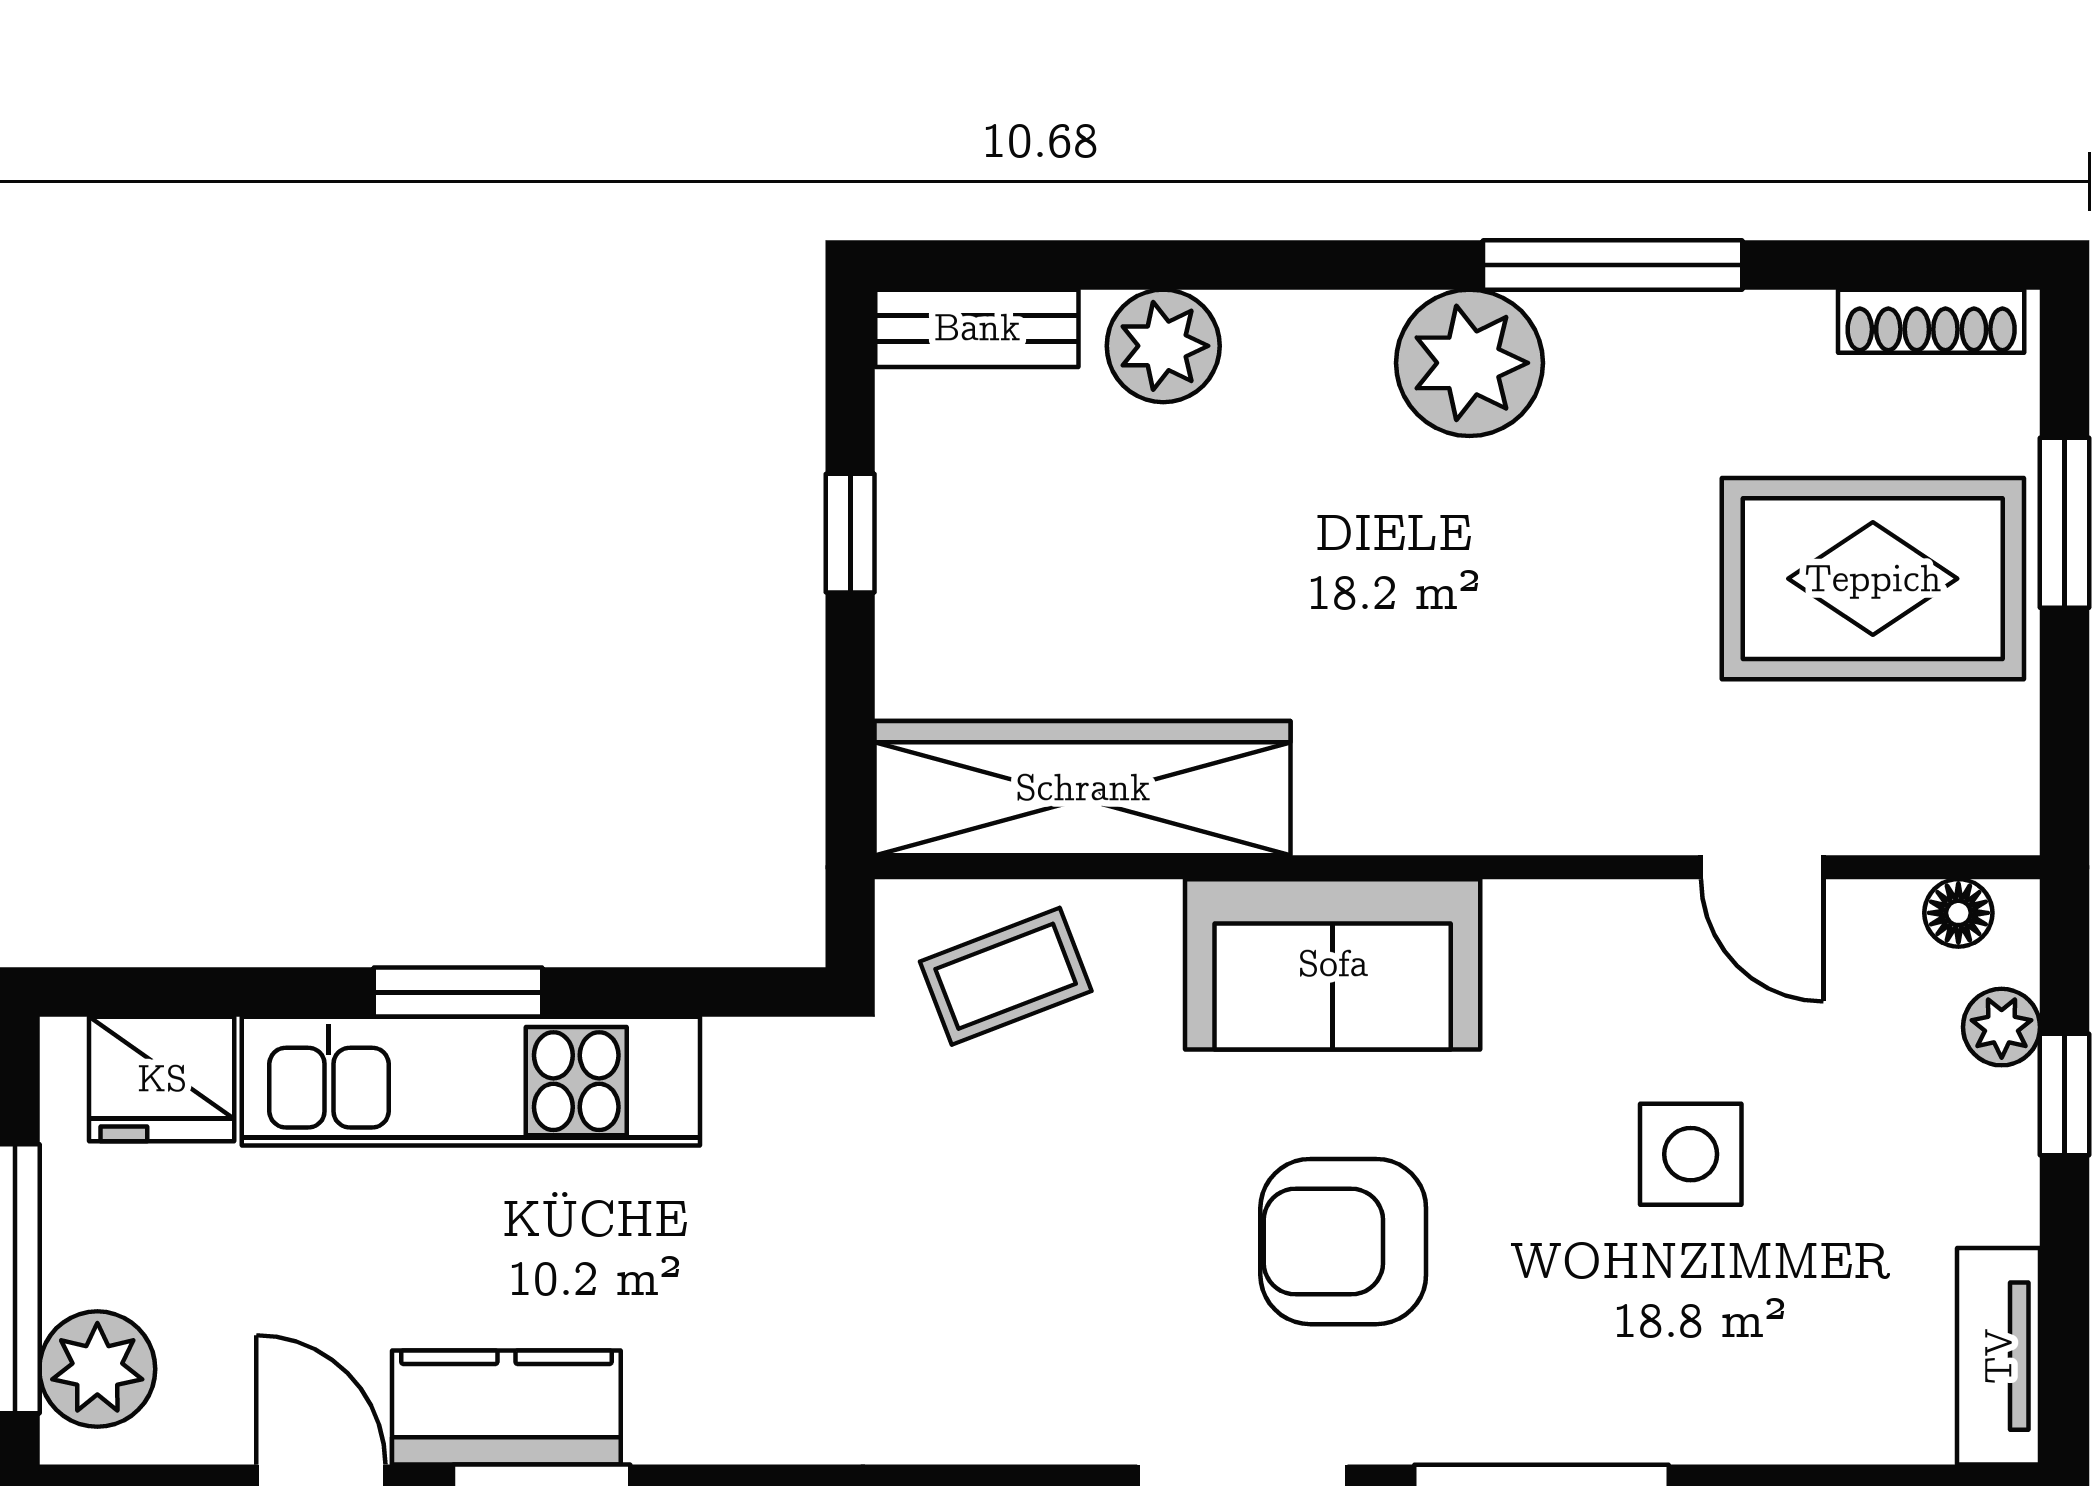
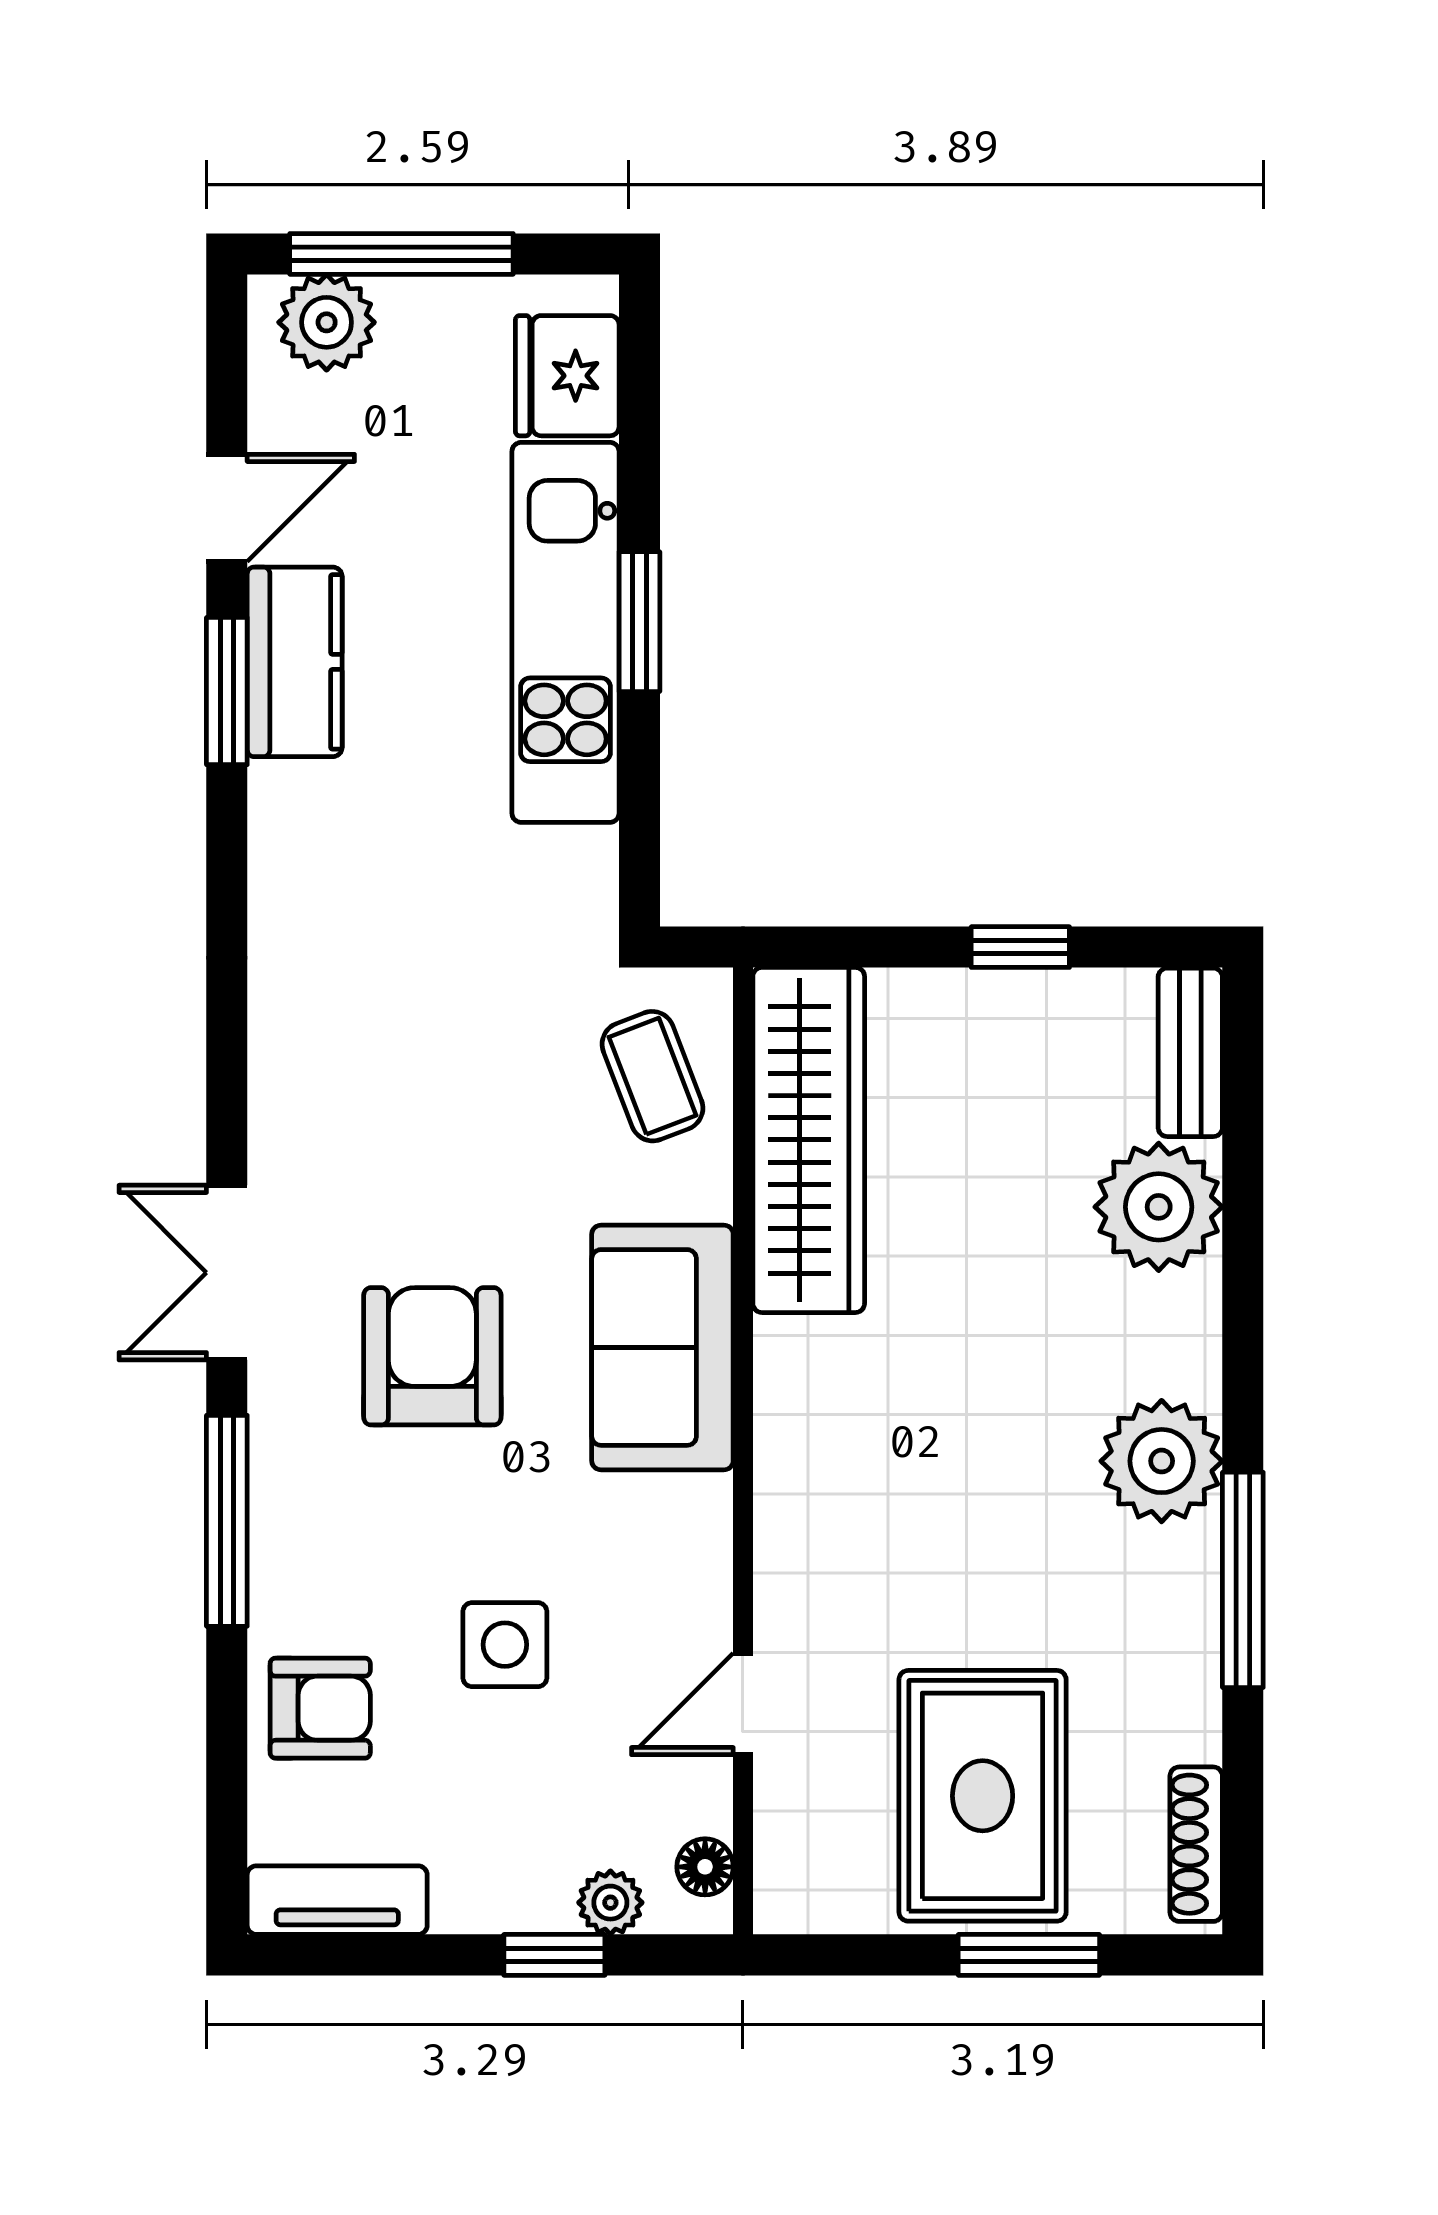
plant: (1163, 346) -> (1159, 1207), width x1.36, depth x1.36
armchair: (1767, 1377) -> (320, 1708), added

